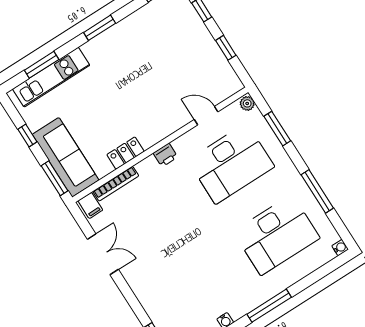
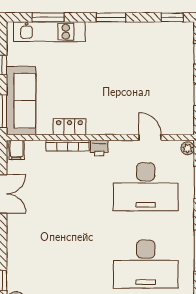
bookcase: (116, 184) -> (68, 146), moved

